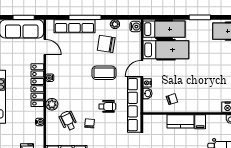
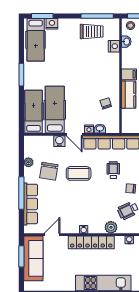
water cooler: (135, 27) -> (59, 141), moved
coffee table: (104, 73) -> (79, 173), turned 90

